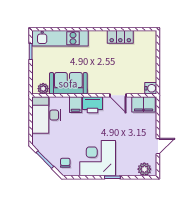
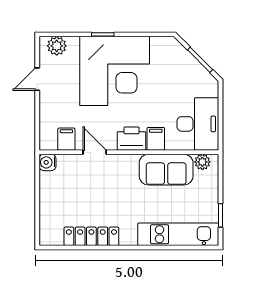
locker: (120, 37) -> (91, 236), width x1.53
filing cabinet: (144, 104) -> (66, 139), width x0.50
corner desk: (98, 158) -> (115, 71), width x1.36, depth x1.36
chair: (65, 163) -> (171, 55), removed

